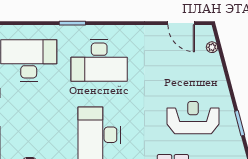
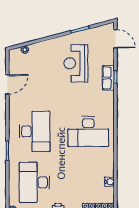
door: (181, 23) -> (7, 84), moved

